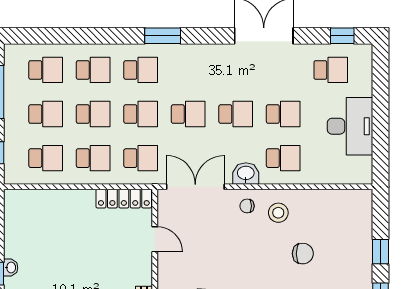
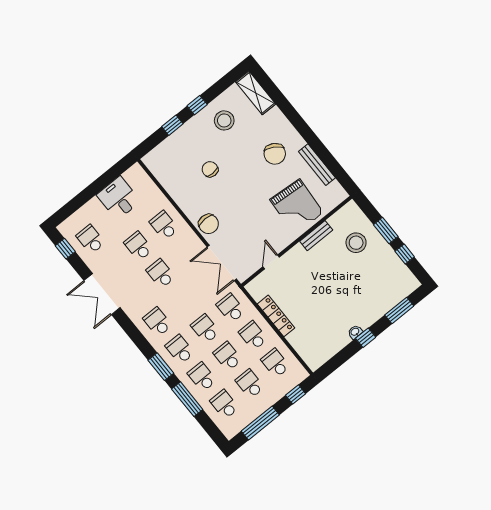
window: (82, 36) -> (187, 399), added
window: (163, 36) -> (161, 367), moved
school desk: (188, 114) -> (157, 322), moved
desk: (350, 126) -> (119, 198), width x0.73
washbasin: (246, 174) -> (190, 240), removed
locker: (124, 199) -> (276, 316), moved
chair: (247, 206) -> (209, 224), width x1.87, depth x1.87
stool: (278, 213) -> (198, 203), removed

